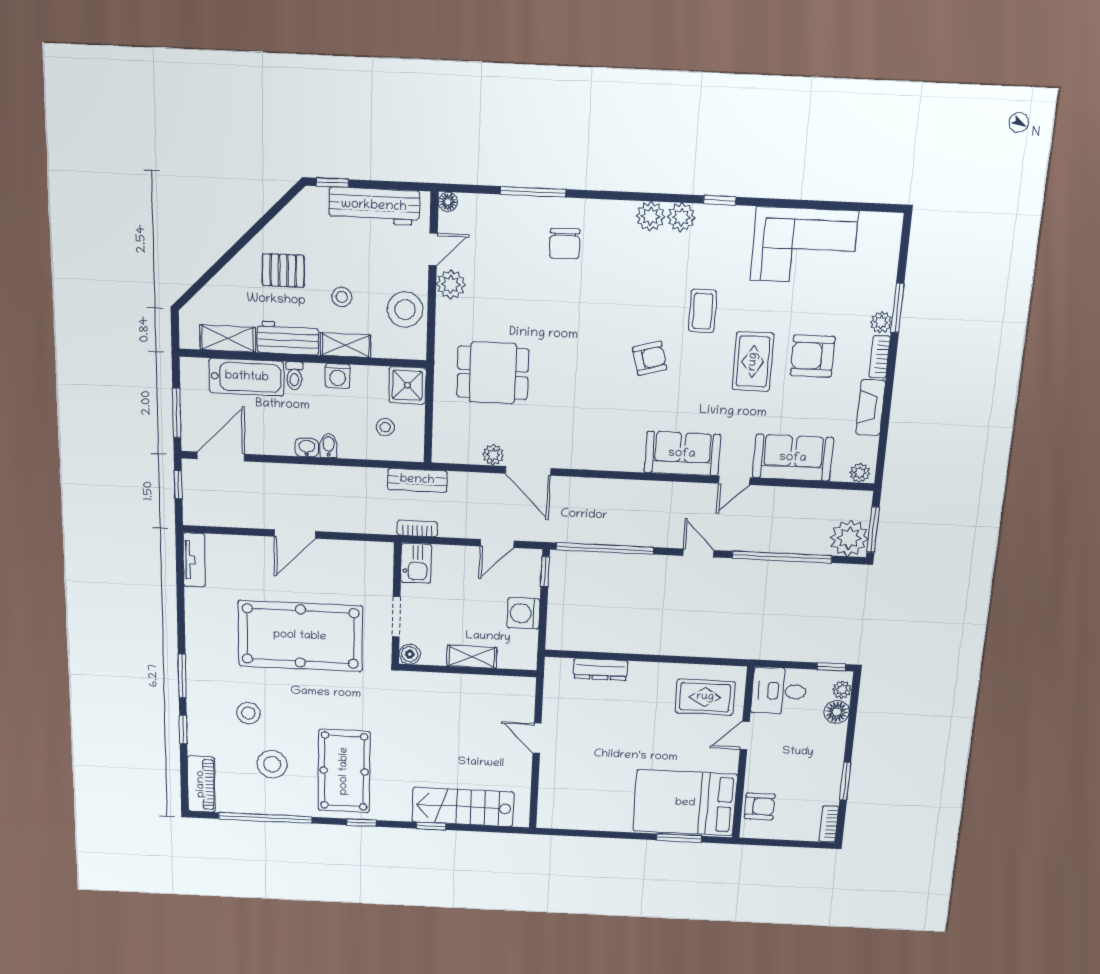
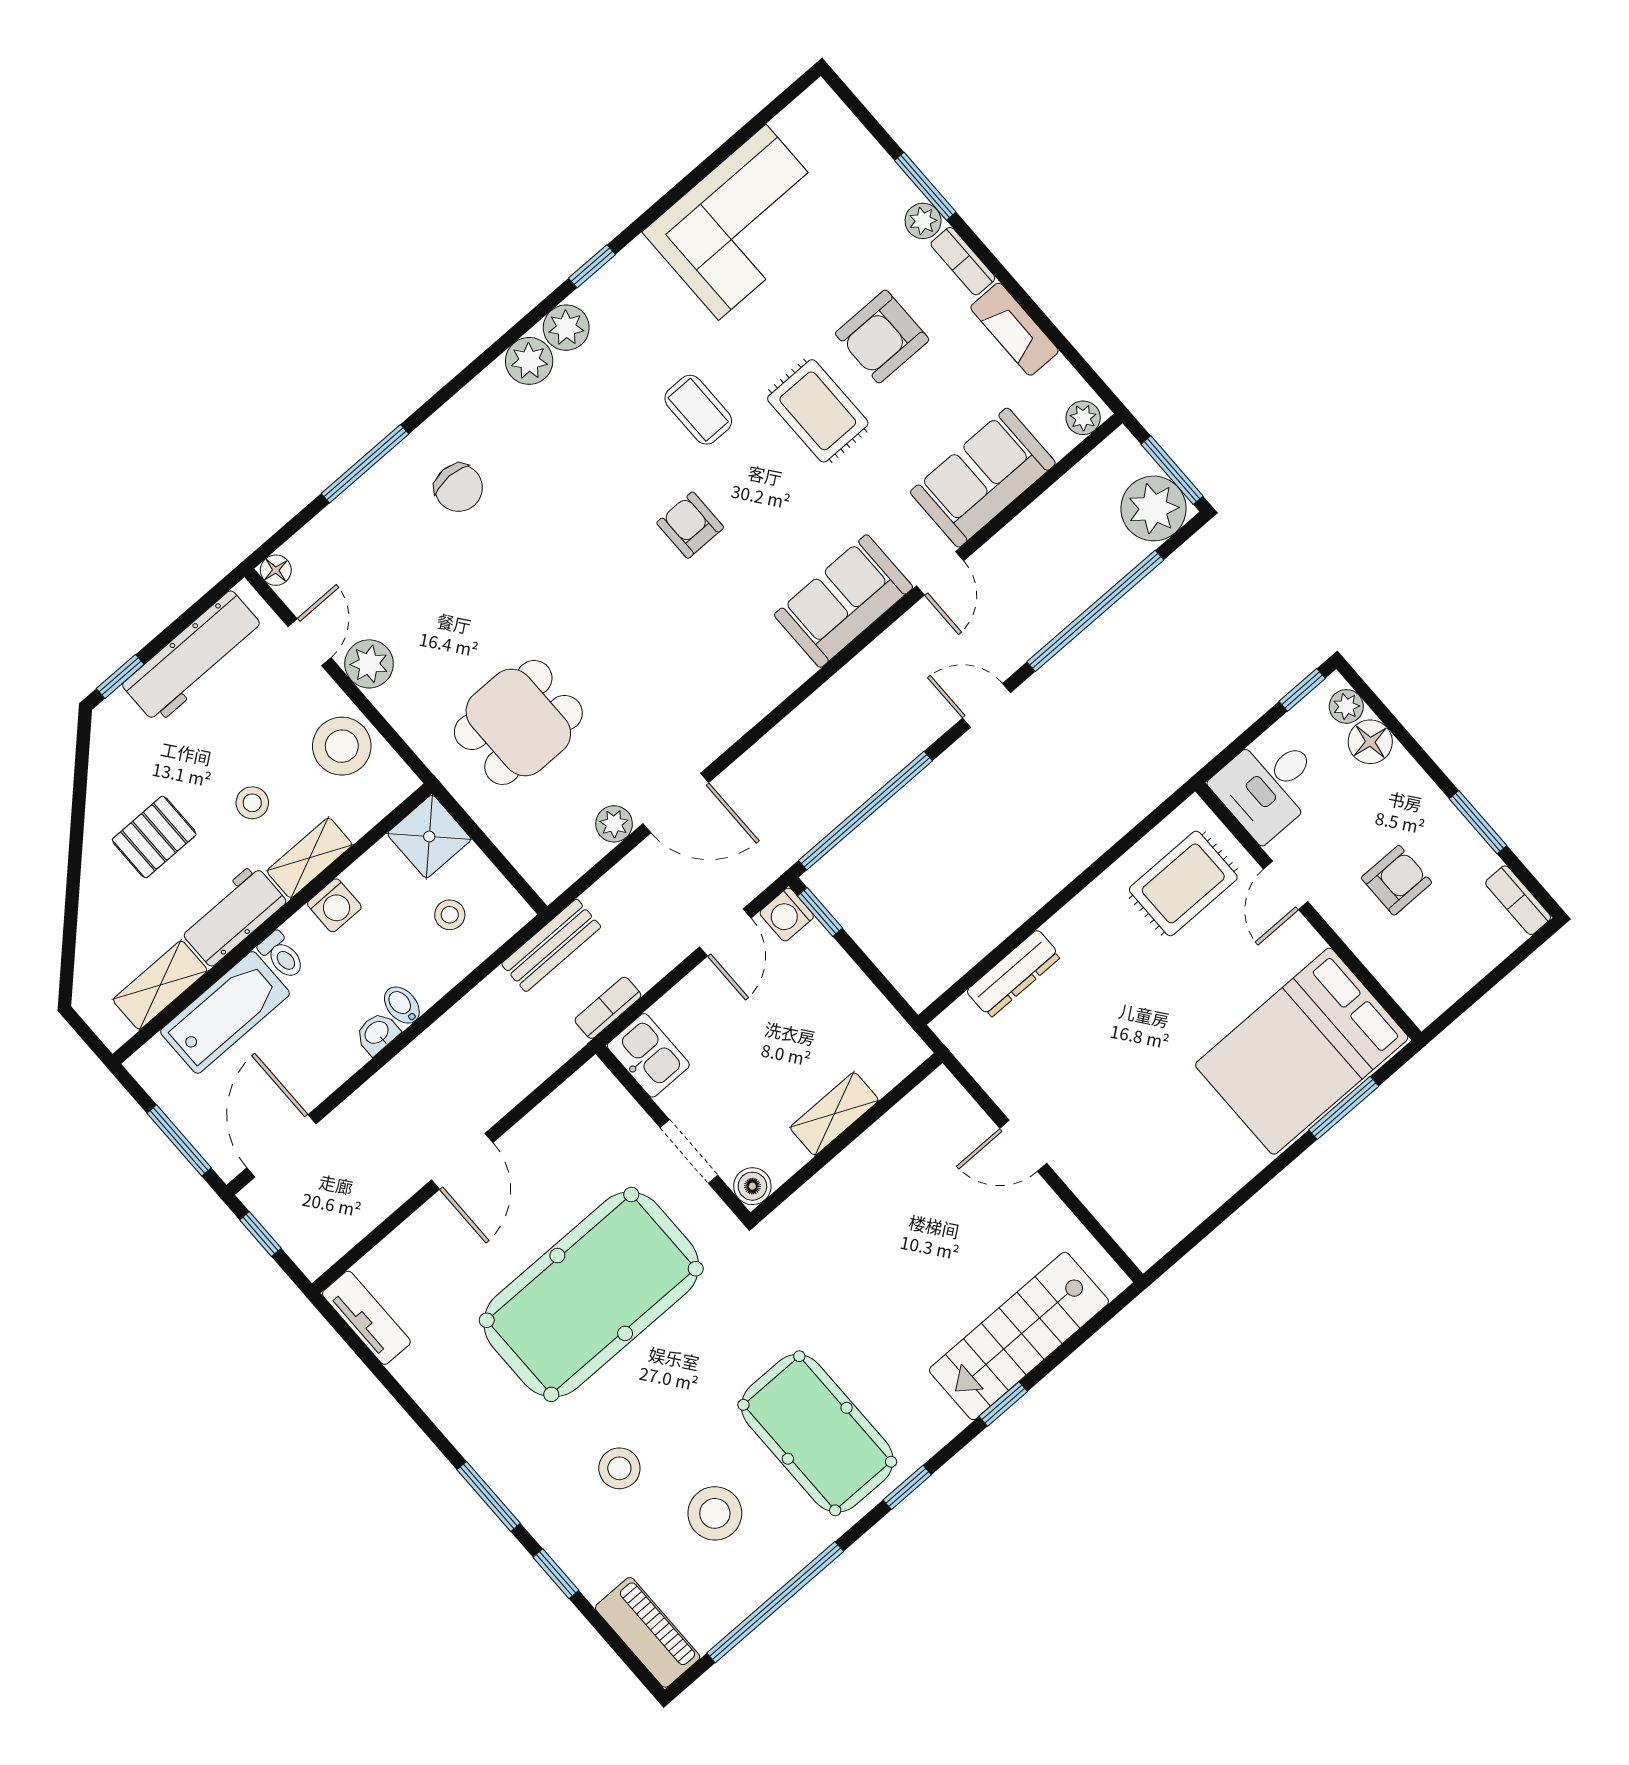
armchair: (650, 358) -> (690, 525), turned -75
washing machine: (523, 613) -> (787, 915), moved, width x0.73, depth x0.73
armchair: (760, 806) -> (1397, 880), moved

